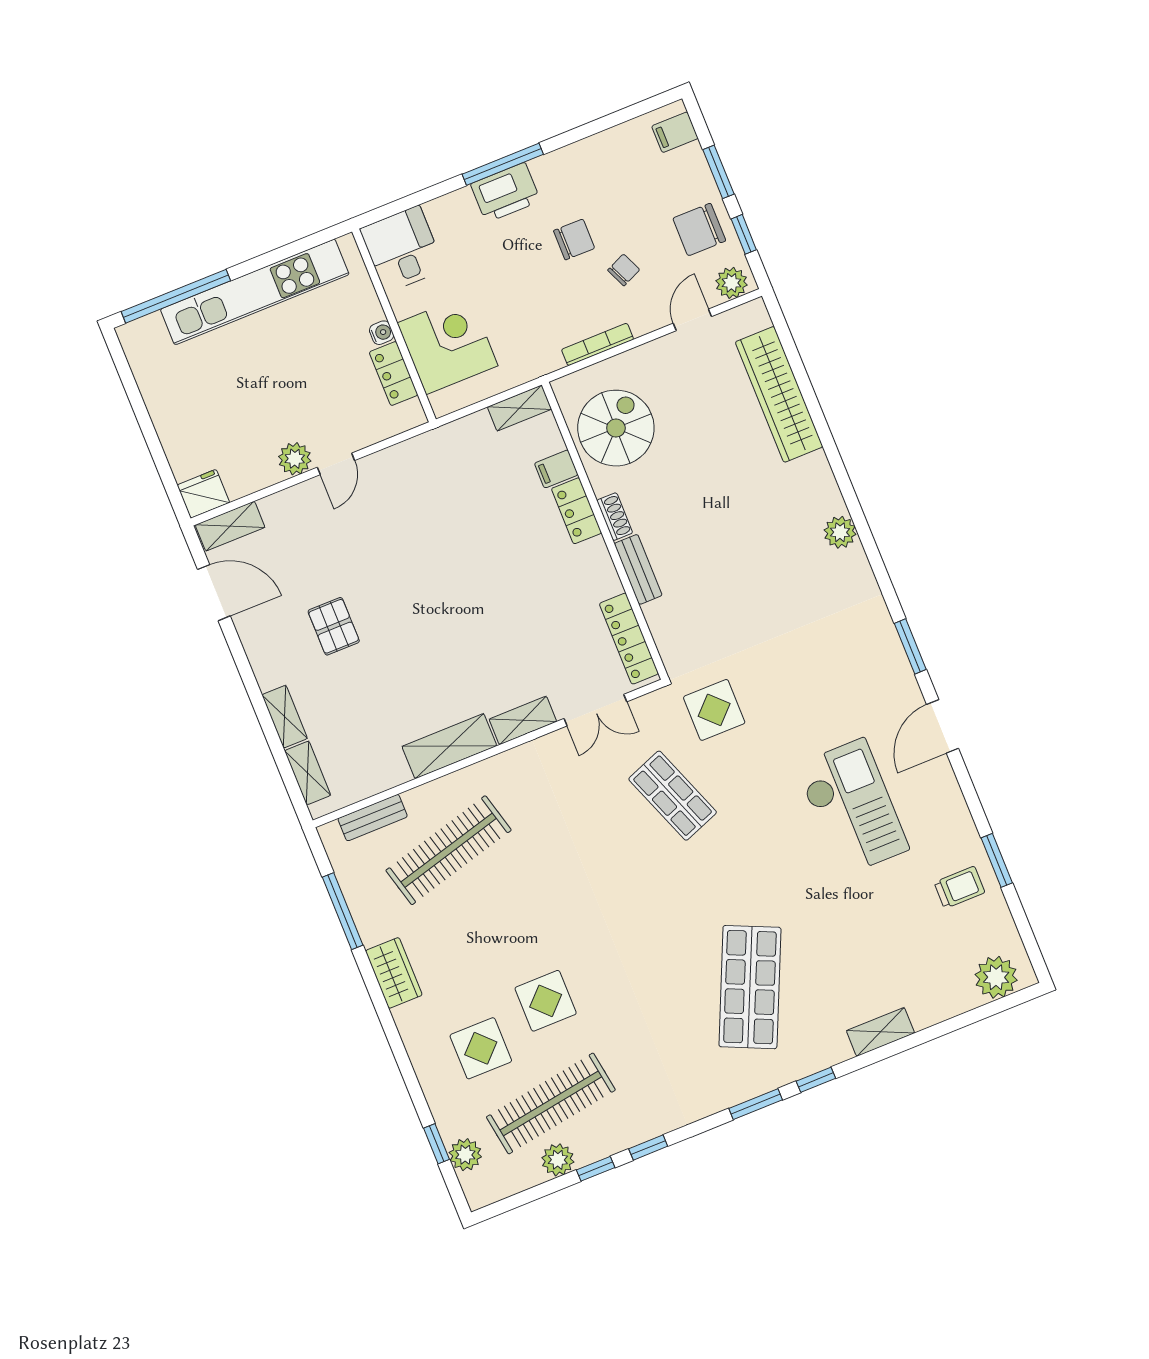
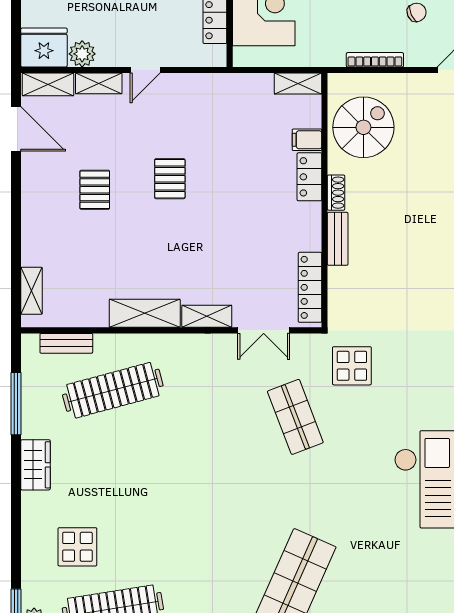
plant: (295, 459) -> (82, 54), moved
fridge: (203, 494) -> (44, 47), width x1.36, depth x1.34
pallet: (415, 578) -> (170, 179), added
shelving: (285, 717) -> (99, 83), moved, turned 90
display table: (546, 1001) -> (140, 531), removed

